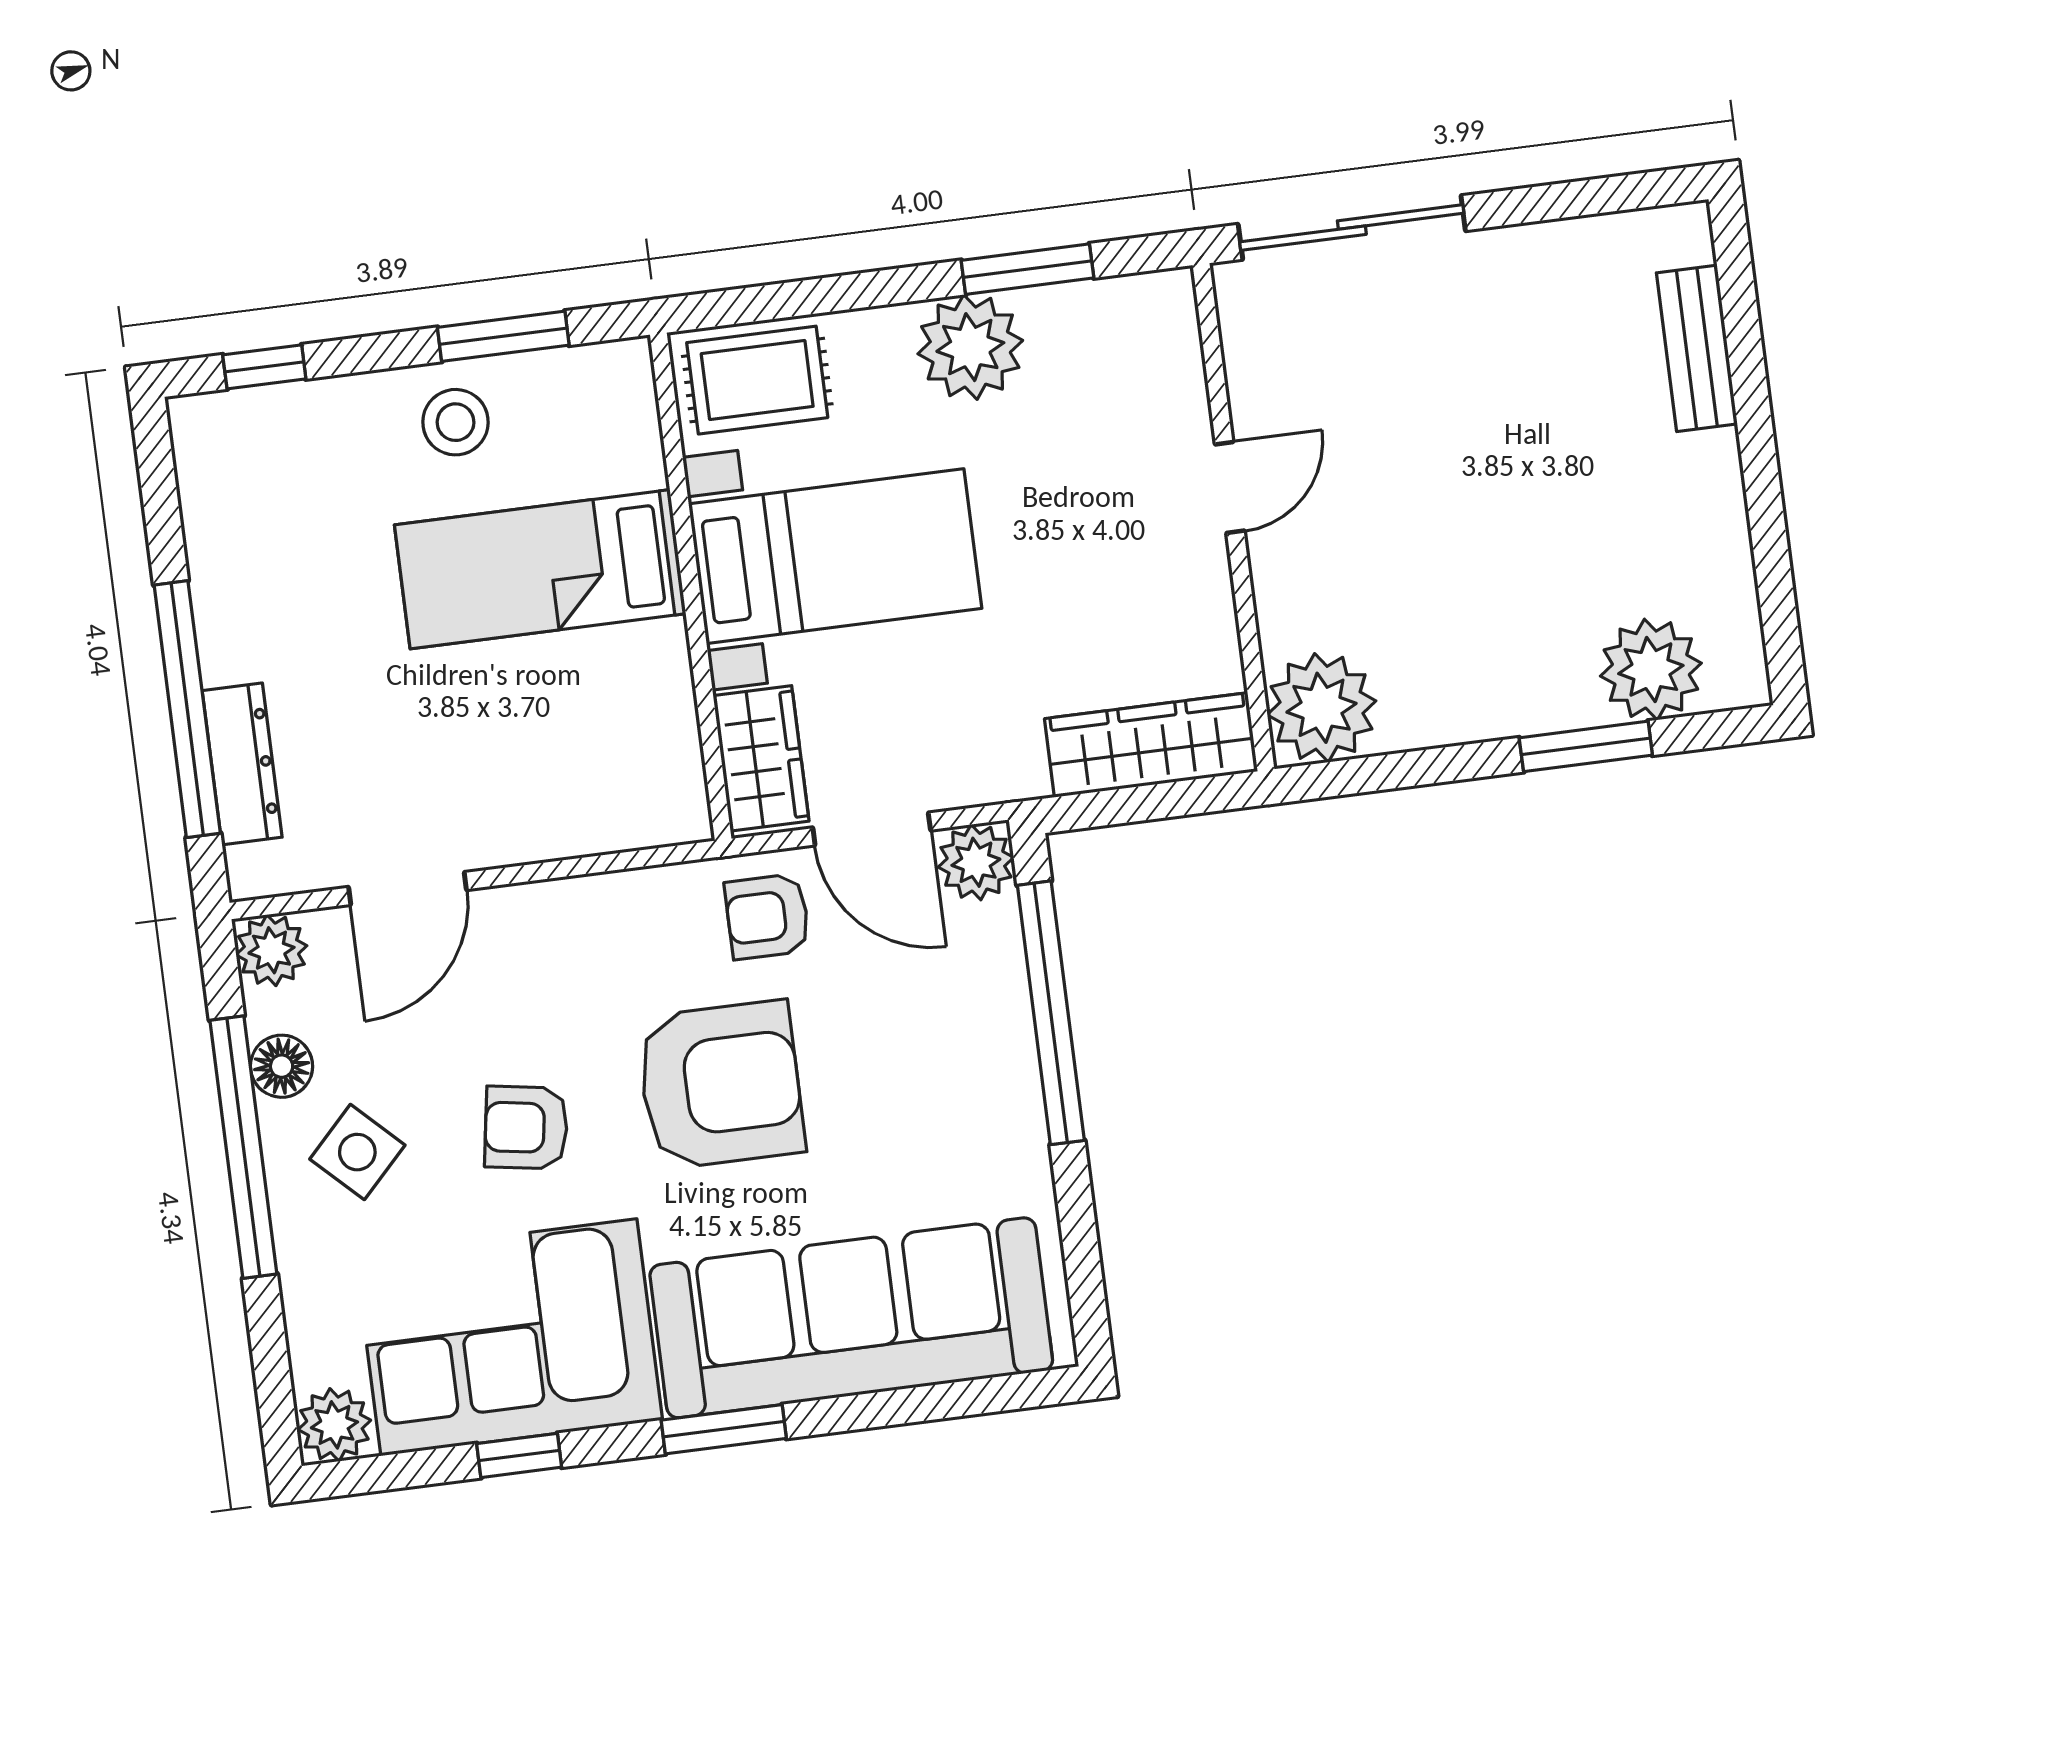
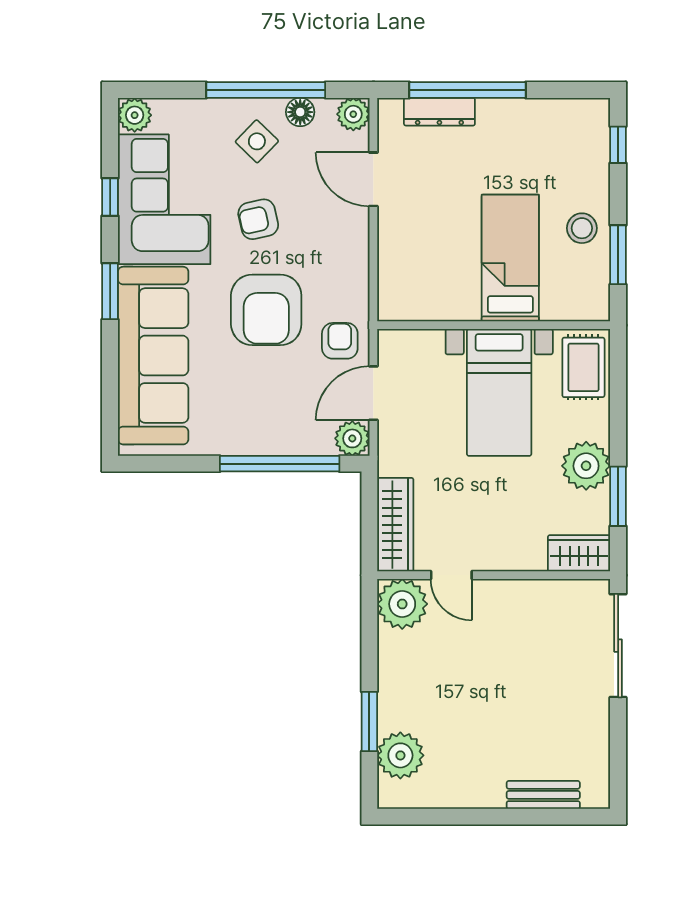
door: (1230, 487) -> (451, 575), moved
wardrobe: (761, 758) -> (579, 553), moved, turned 180
armchair: (526, 1128) -> (258, 219), turned -112

